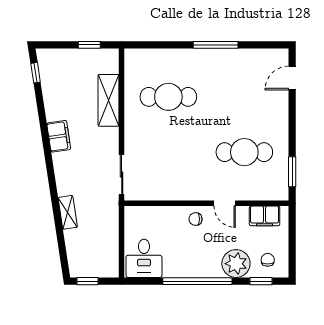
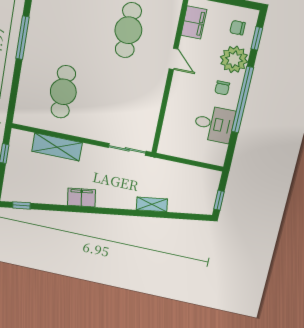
door: (225, 203) -> (173, 59), hinge flipped
chair: (196, 219) -> (222, 88), moved
desk: (144, 258) -> (214, 124), moved

